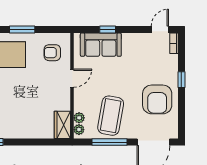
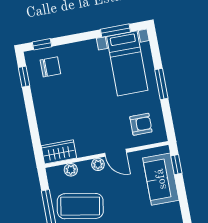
window: (108, 30) -> (176, 165), moved
armchair: (52, 53) -> (141, 124), turned 90
plant: (79, 130) -> (98, 164), moved

